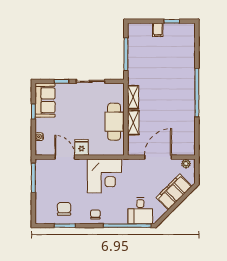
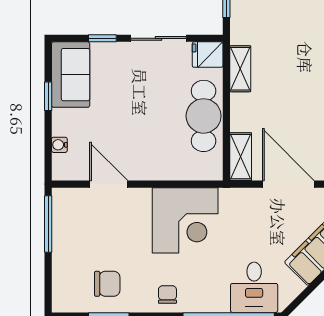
shelving: (133, 123) -> (241, 157), moved
fridge: (82, 147) -> (208, 55), moved, turned -90
door: (158, 157) -> (288, 184), hinge flipped
chair: (64, 209) -> (107, 284), turned 90

